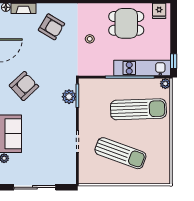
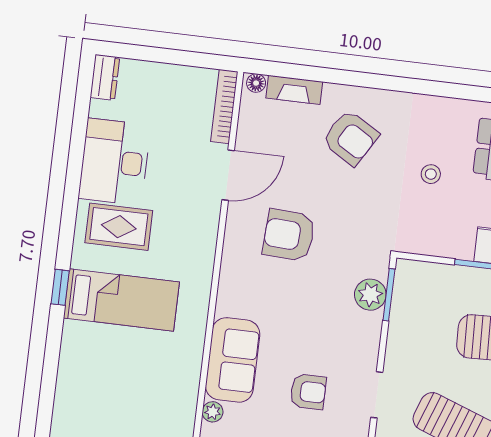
armchair: (24, 86) -> (289, 235), moved, turned -134
armchair: (46, 144) -> (308, 392), added

